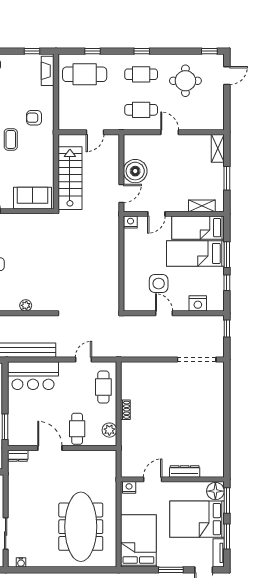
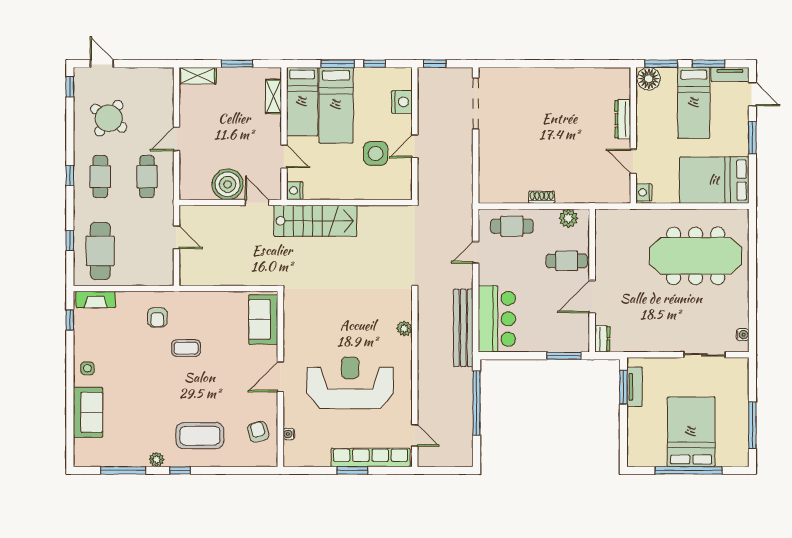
round table: (185, 81) -> (109, 118), turned 35
stairs: (70, 178) -> (315, 221), moved, turned 180
door: (84, 360) -> (476, 252), hinge flipped
bed: (197, 519) -> (694, 103), width x0.67

